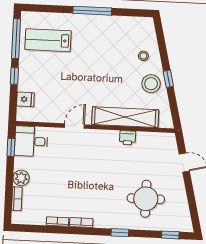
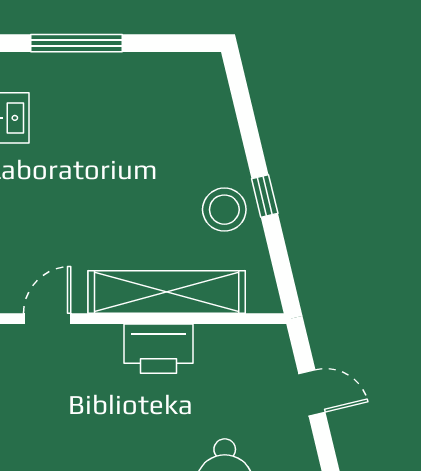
stool: (143, 56) -> (203, 144), removed
printer: (128, 138) -> (159, 349), width x1.87, depth x1.48

